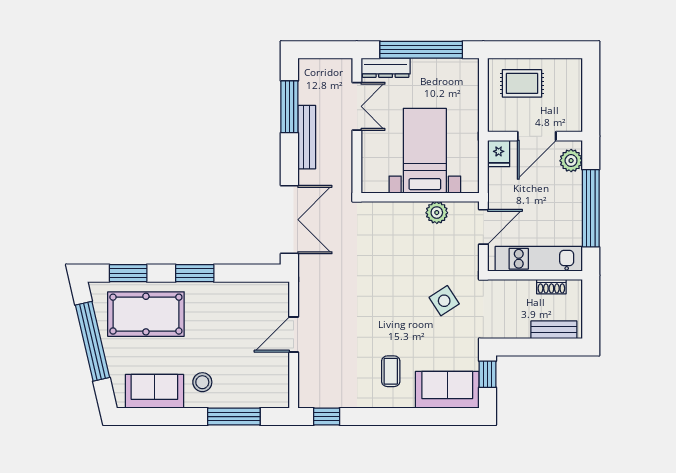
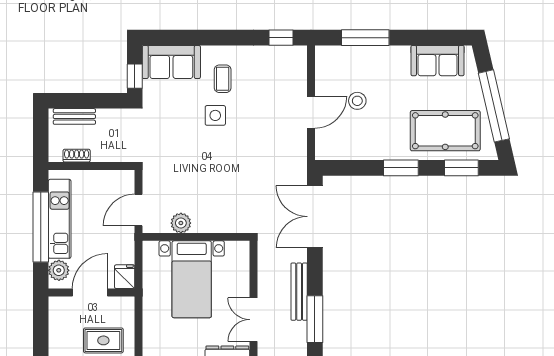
kitchen unit: (539, 259) -> (60, 219), moved, turned -90
side table: (444, 301) -> (215, 115), moved, turned 33
stool: (202, 382) -> (357, 101), moved

